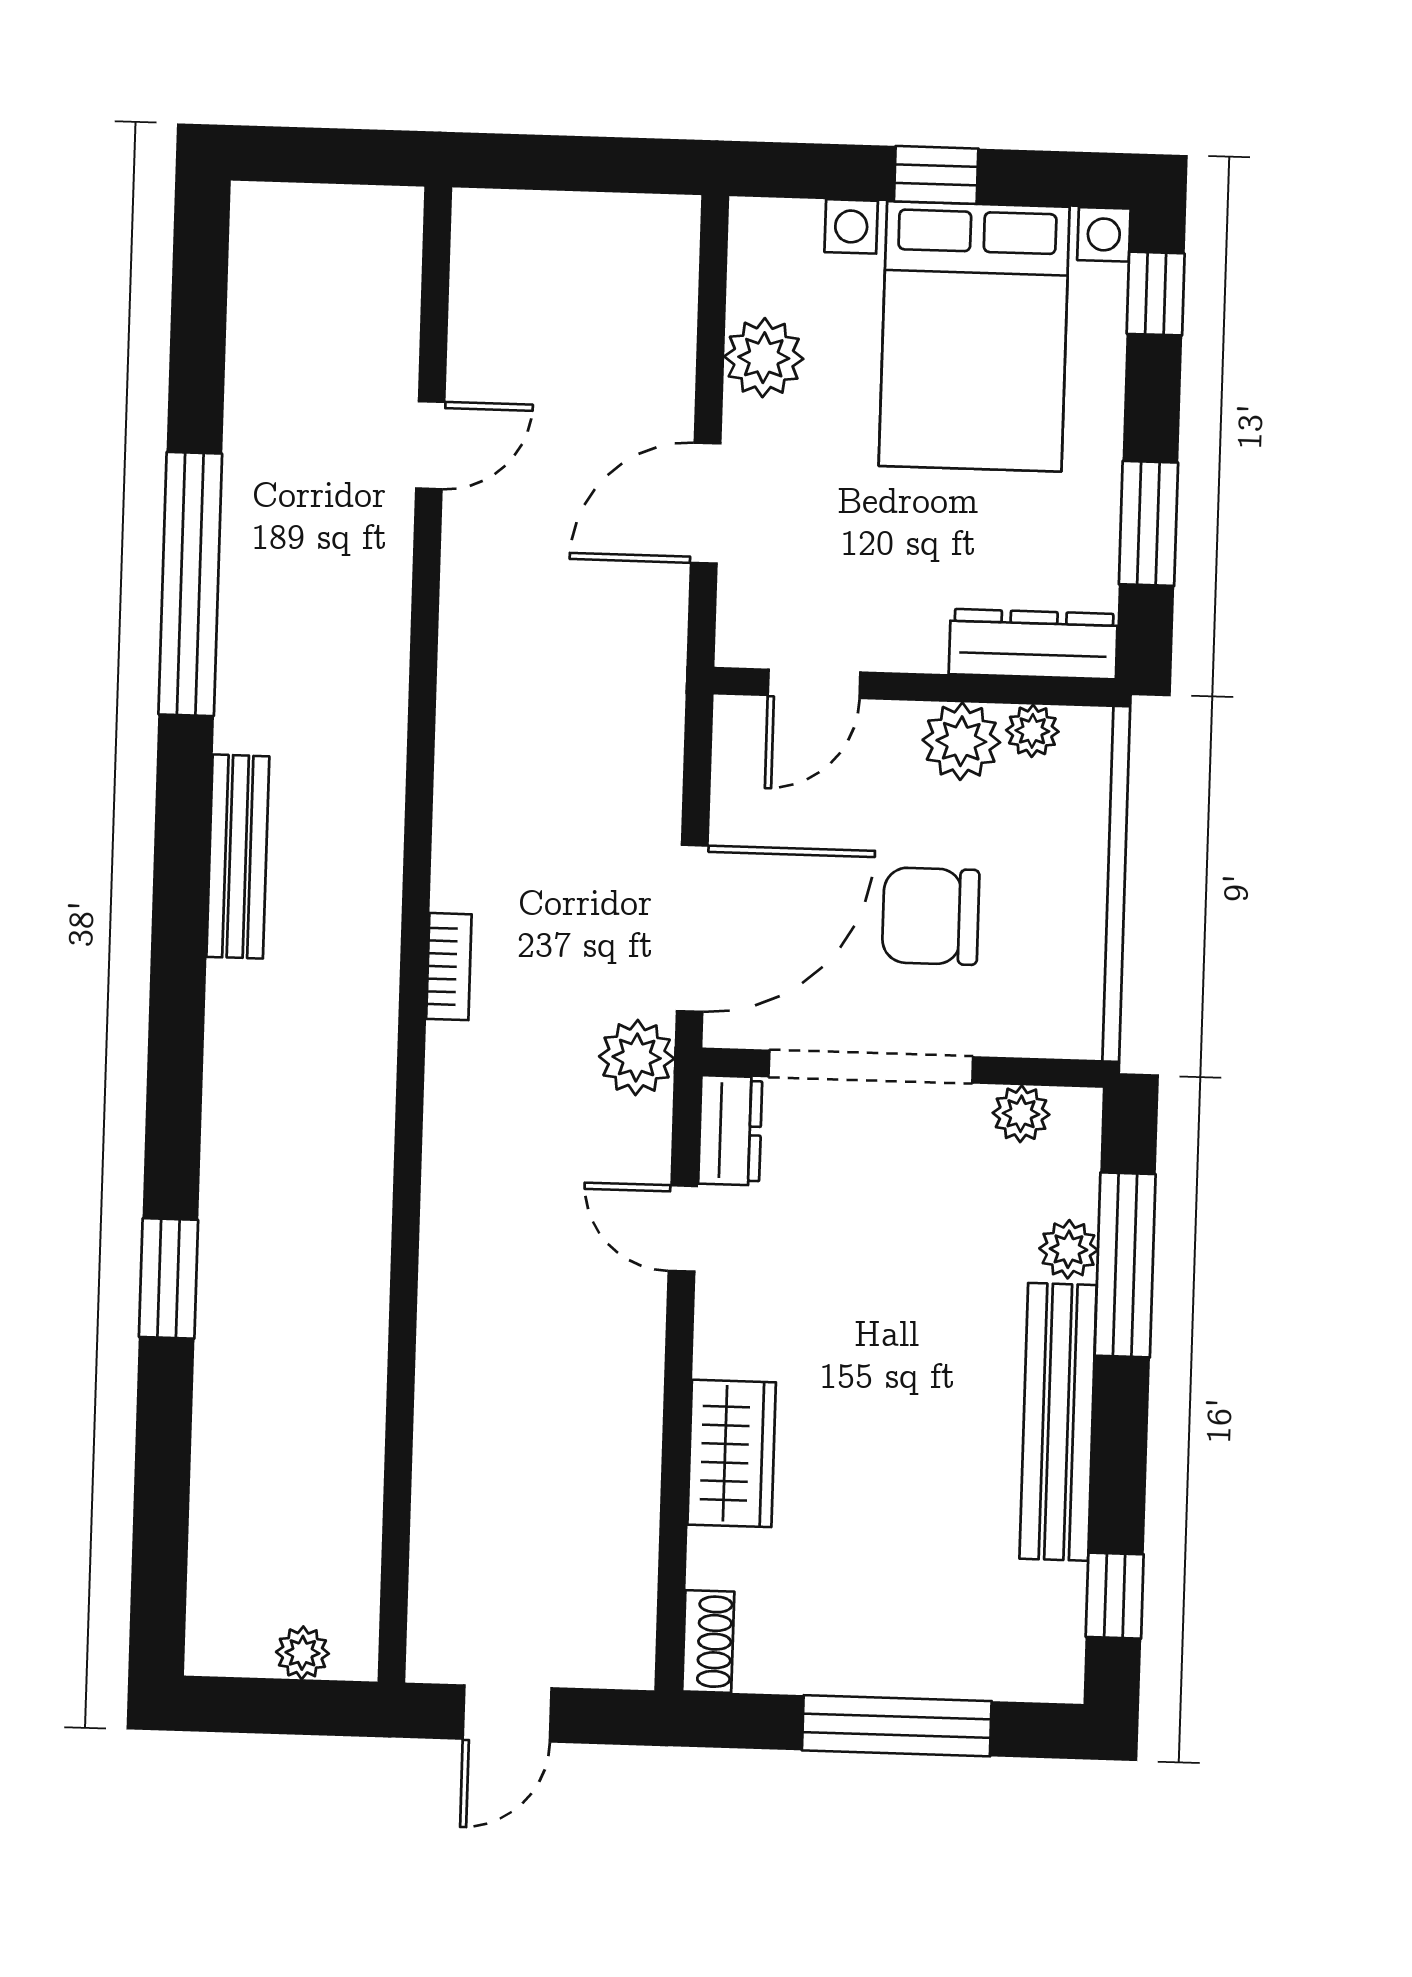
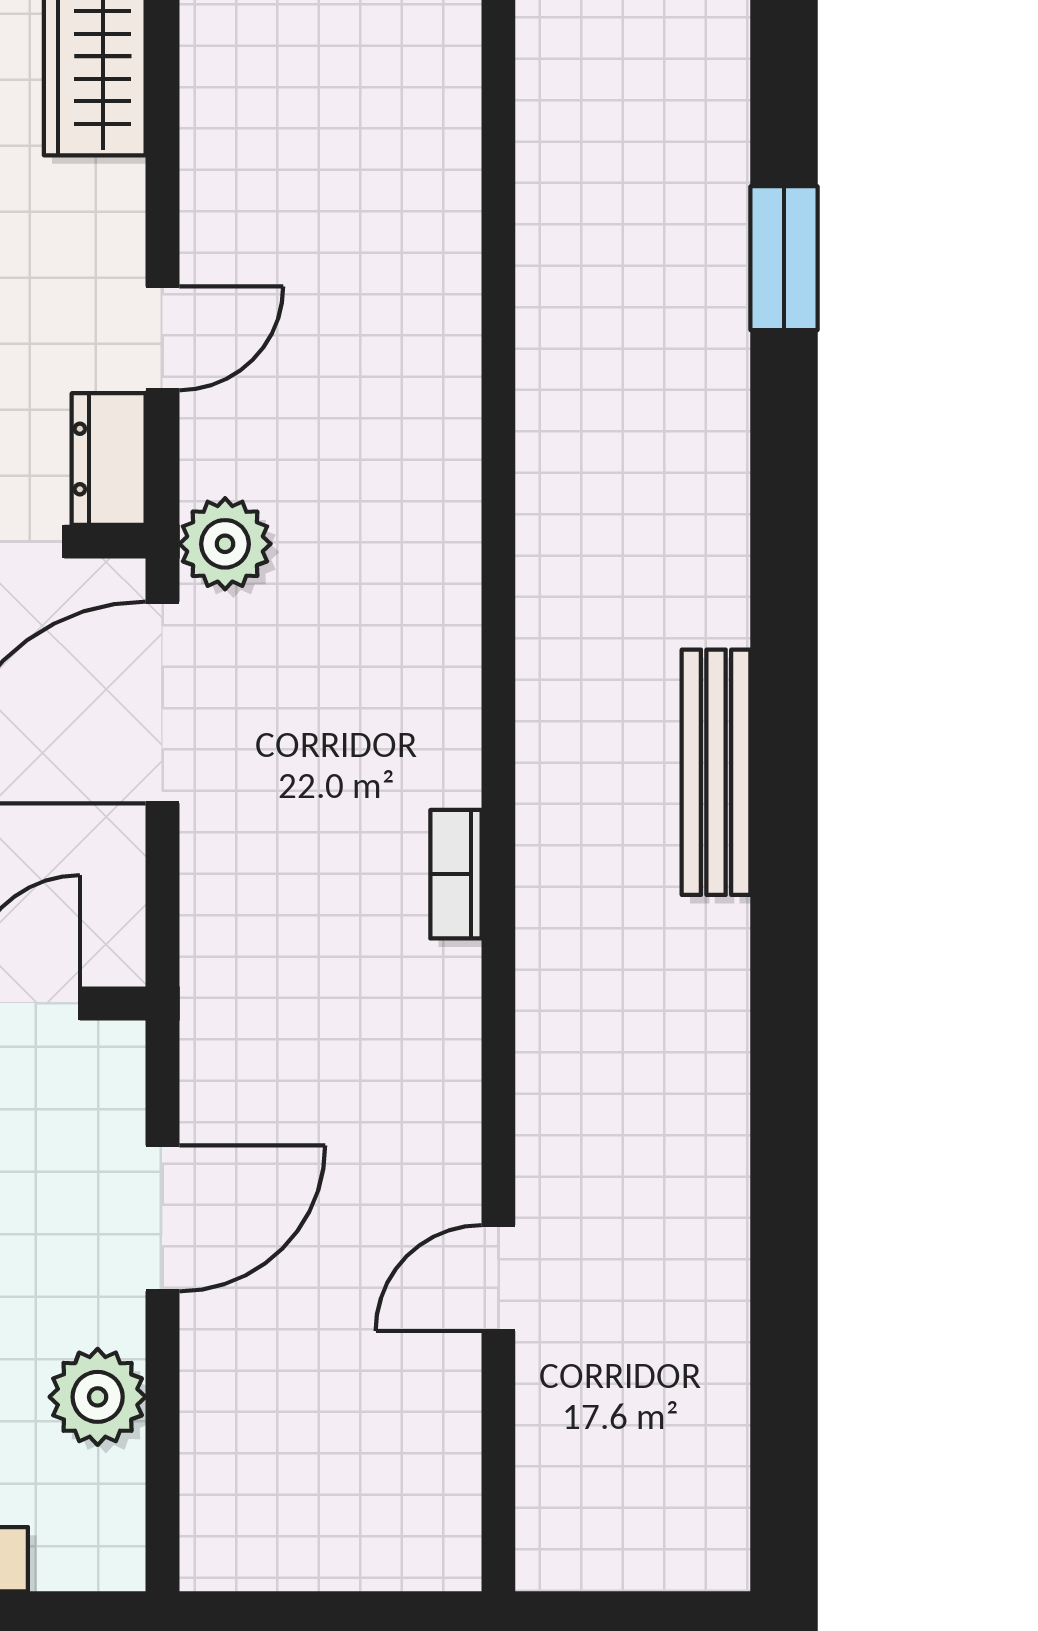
window: (190, 584) -> (784, 1101), removed
bookcase: (449, 967) -> (456, 874), moved
door: (683, 1228) -> (163, 338), hinge flipped

